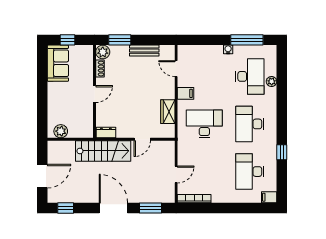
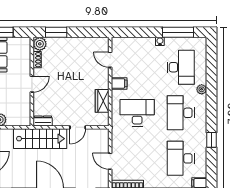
bench: (144, 51) -> (80, 42), removed
plant: (272, 81) -> (202, 89), moved
door: (176, 175) -> (110, 161), swing flipped

